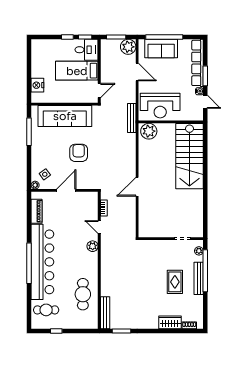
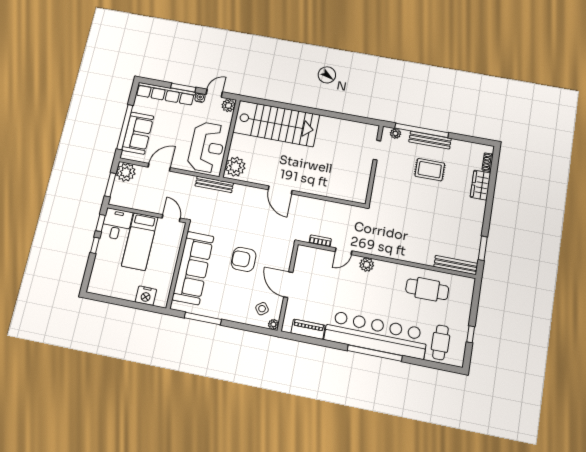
plant: (197, 115) -> (228, 105), added
door: (137, 187) -> (280, 190), moved

